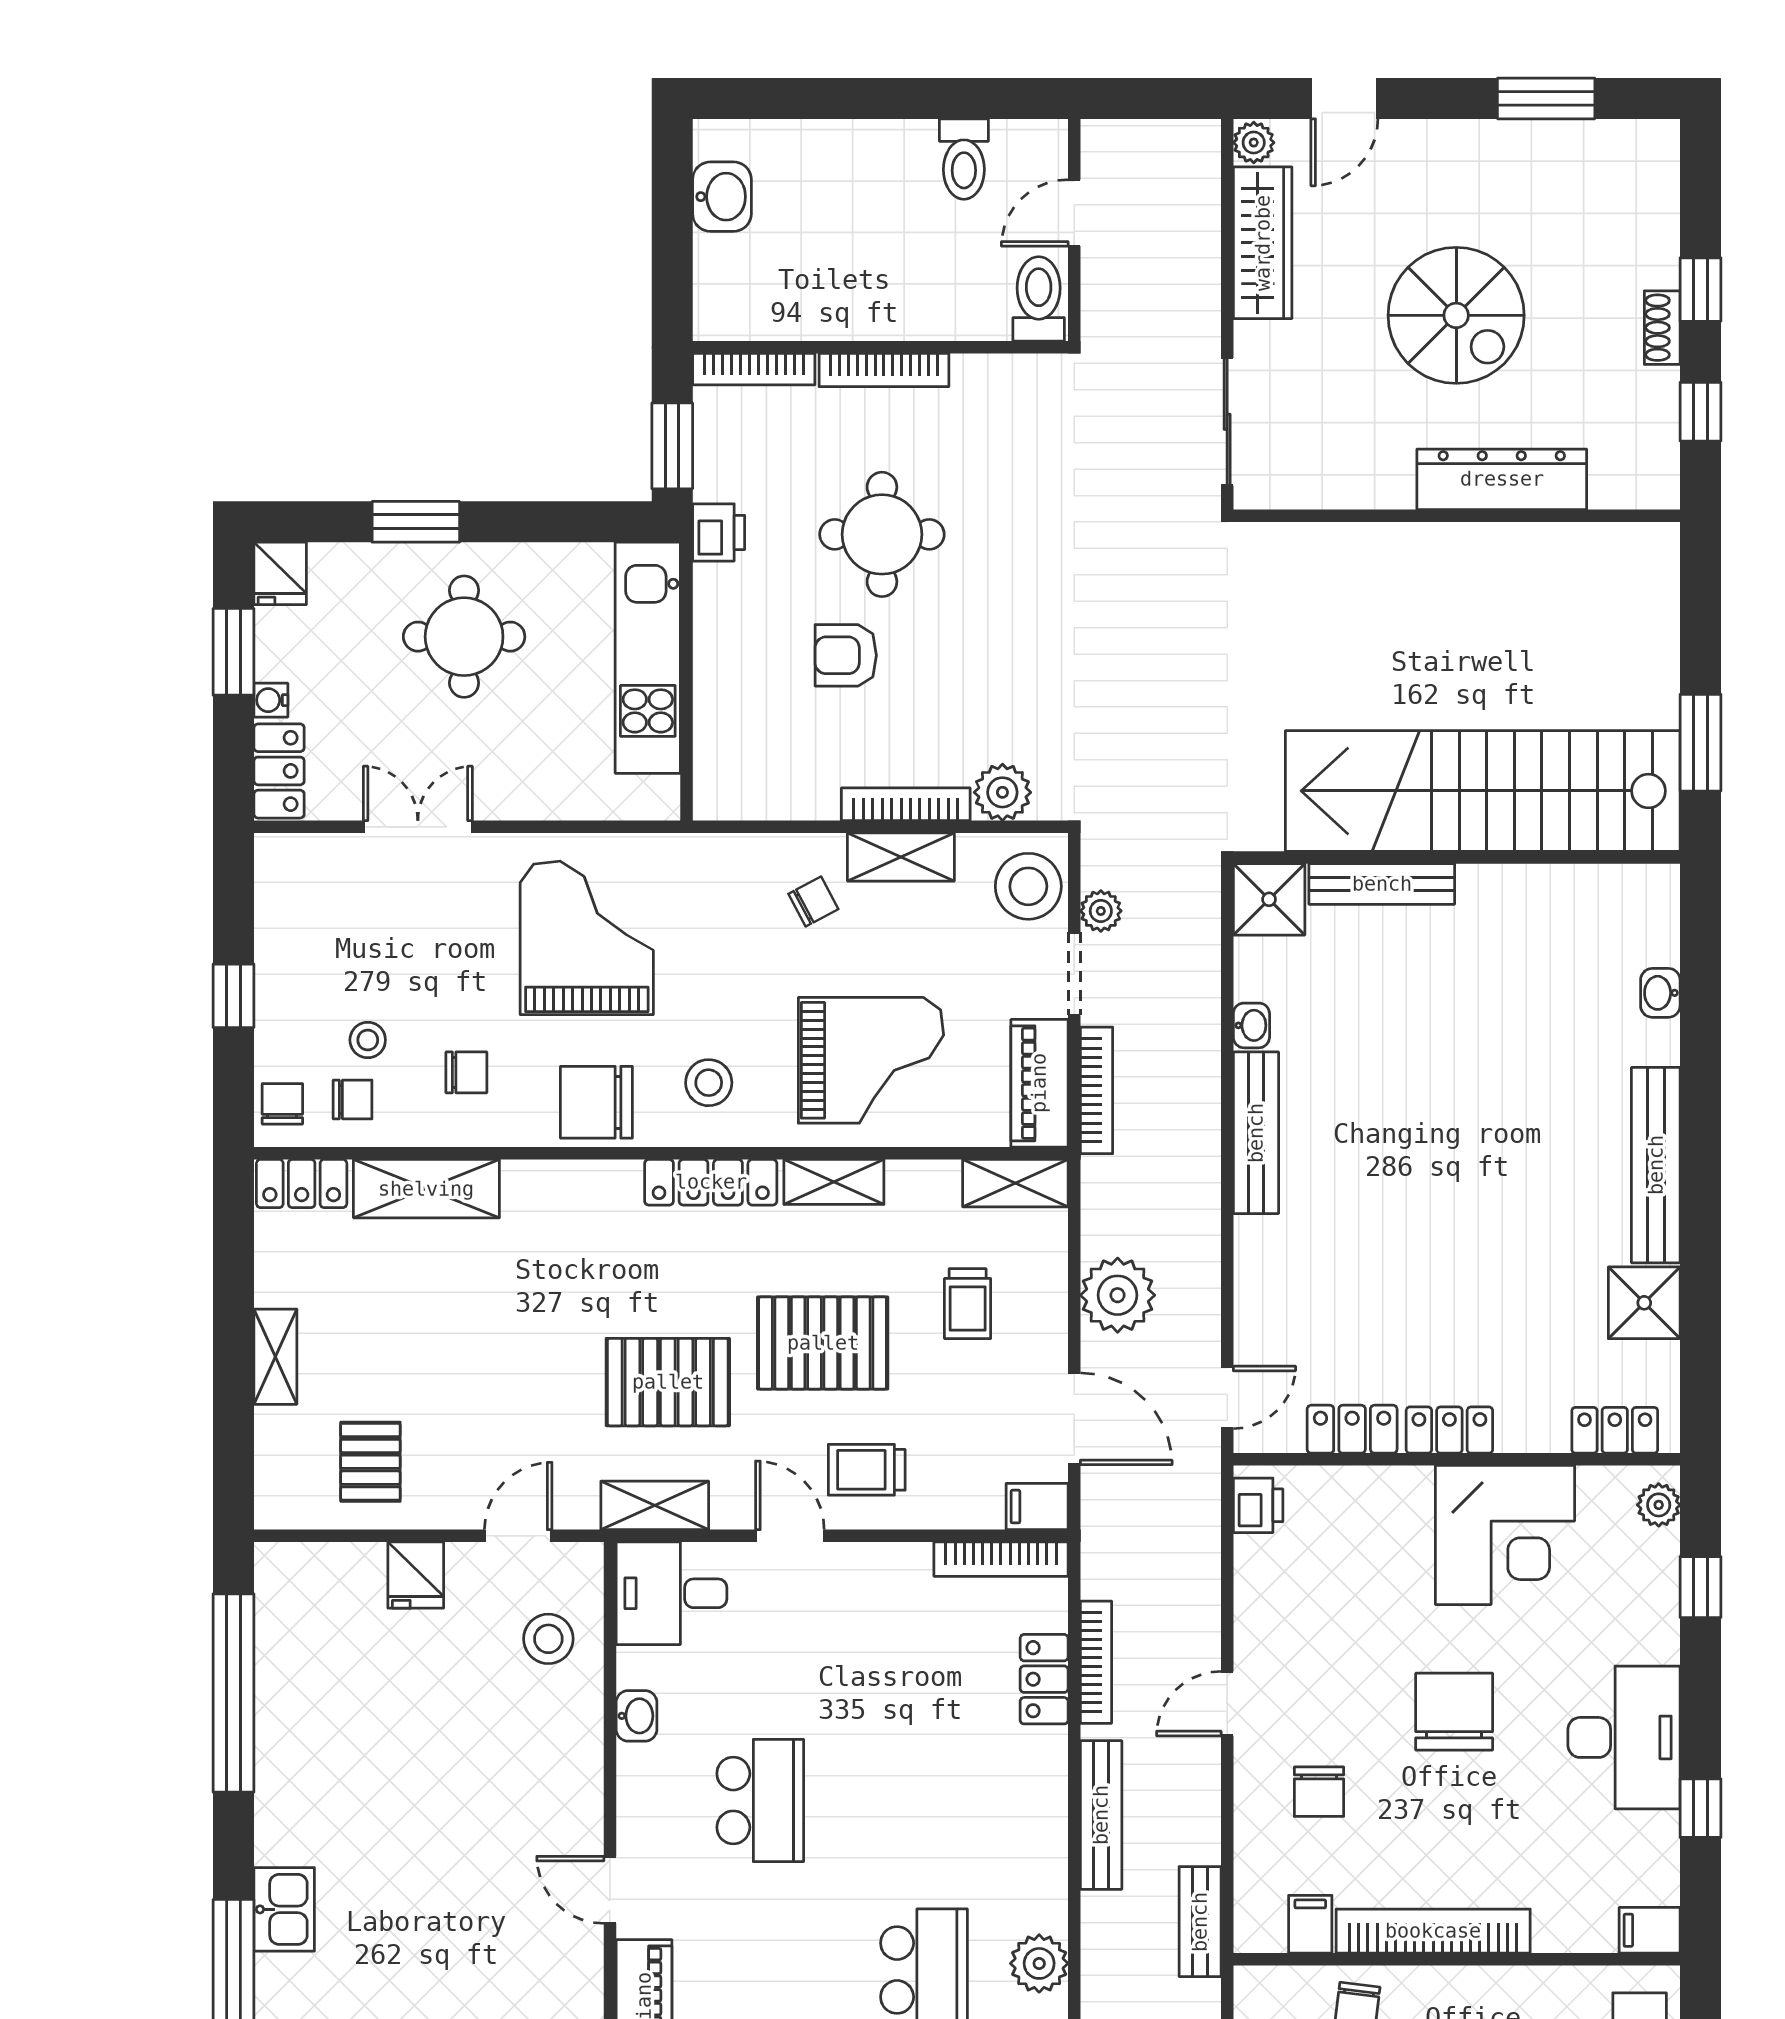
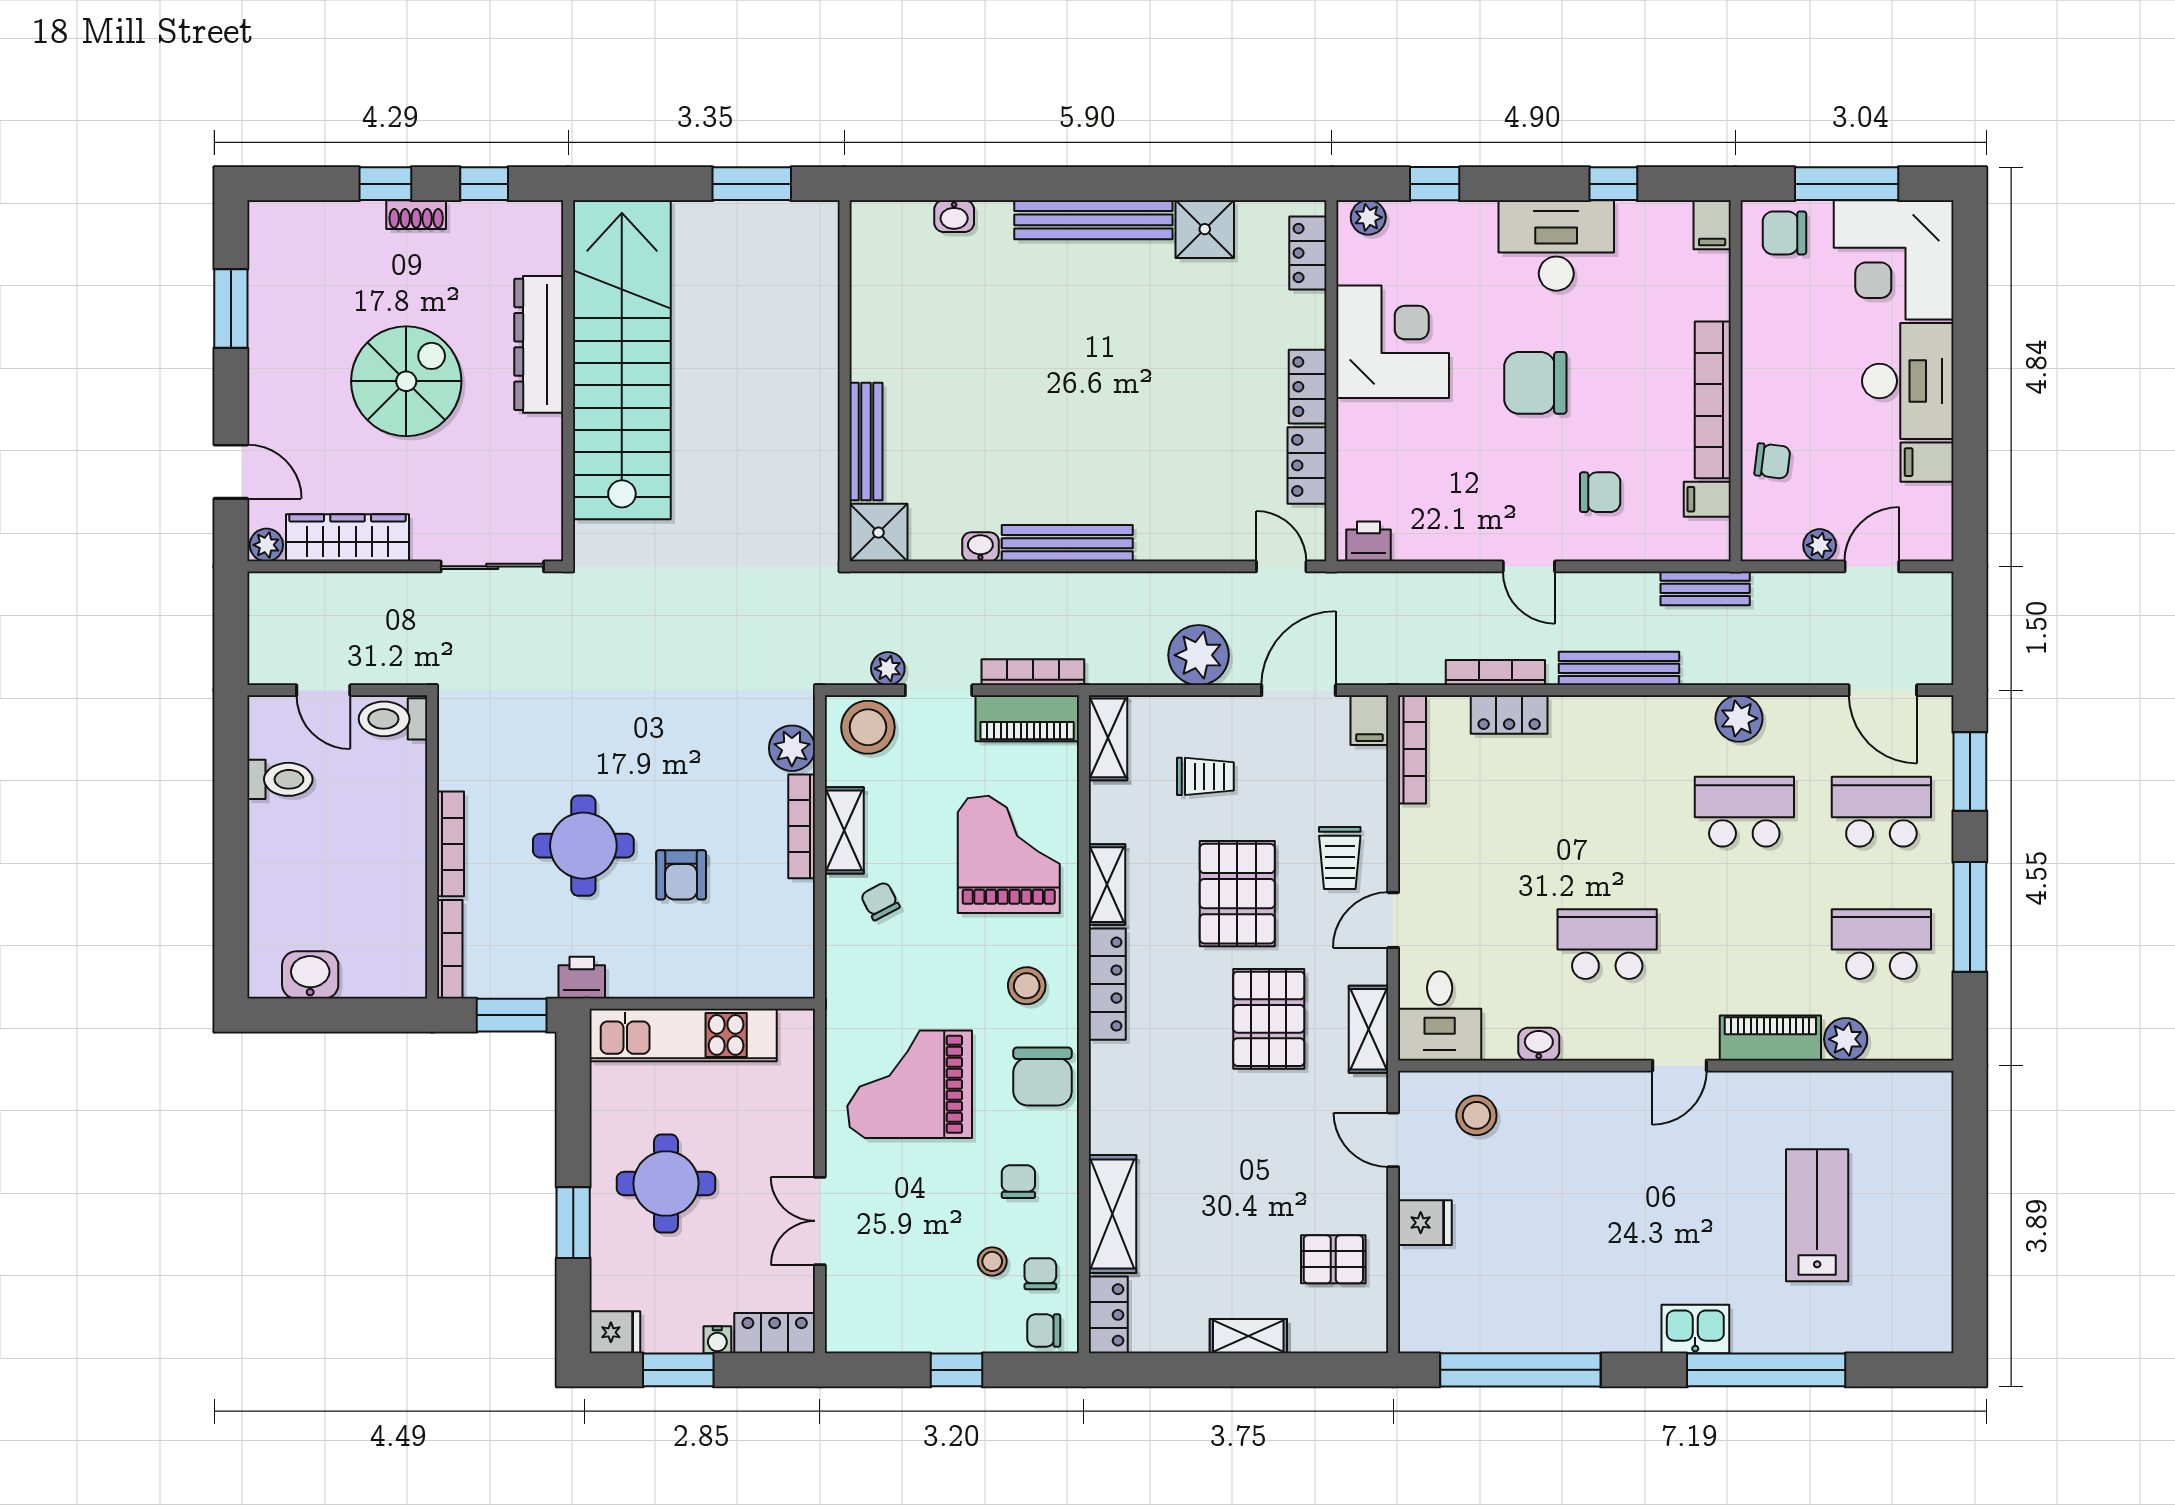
stairs: (1483, 791) -> (622, 360), moved, turned 180

